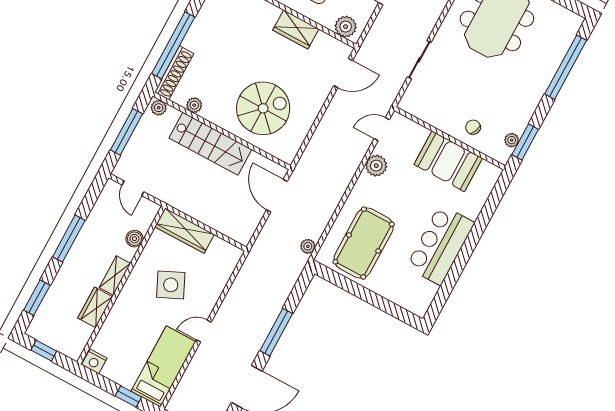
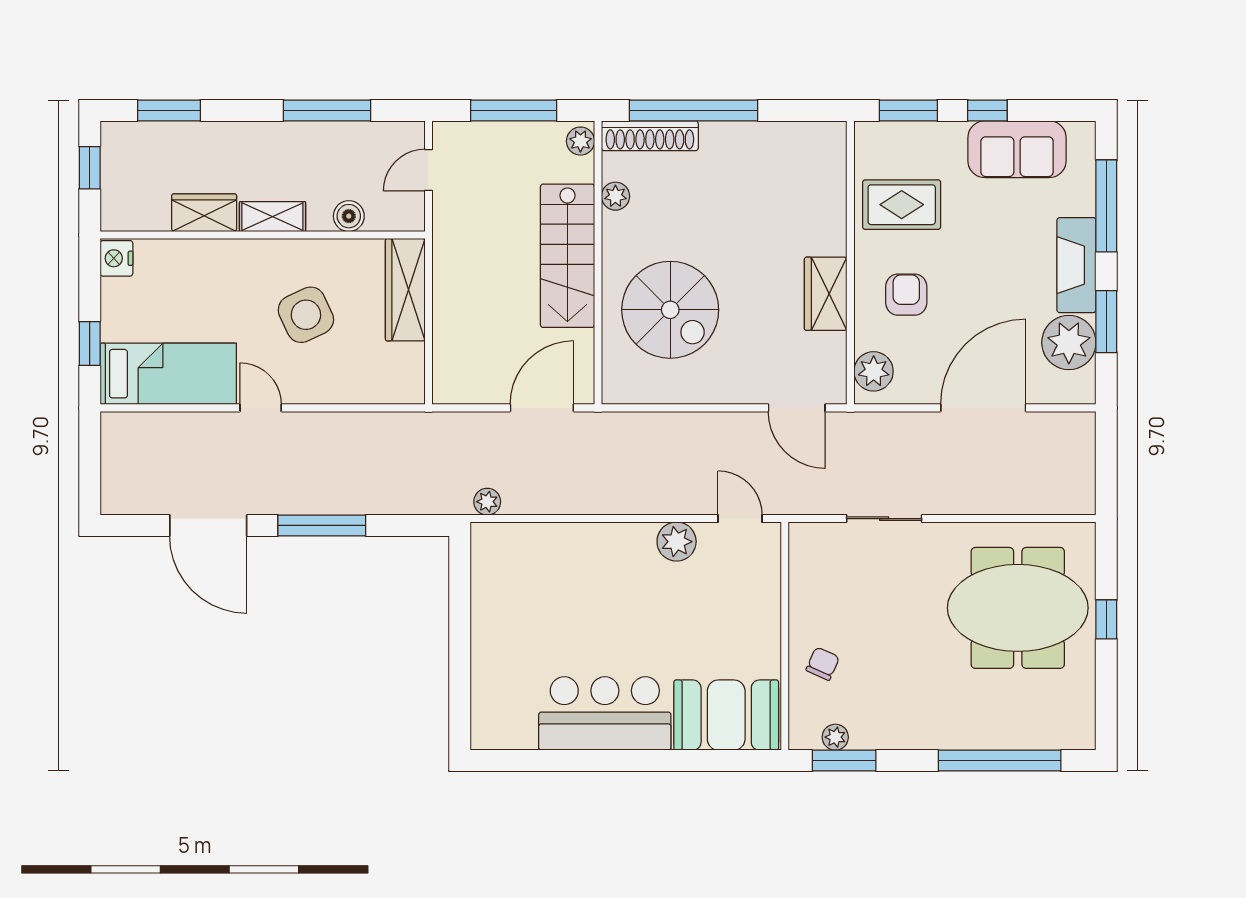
booth: (448, 161) -> (726, 715), moved, turned 90
window: (69, 239) -> (327, 110), moved
pool table: (364, 243) -> (541, 588), removed

